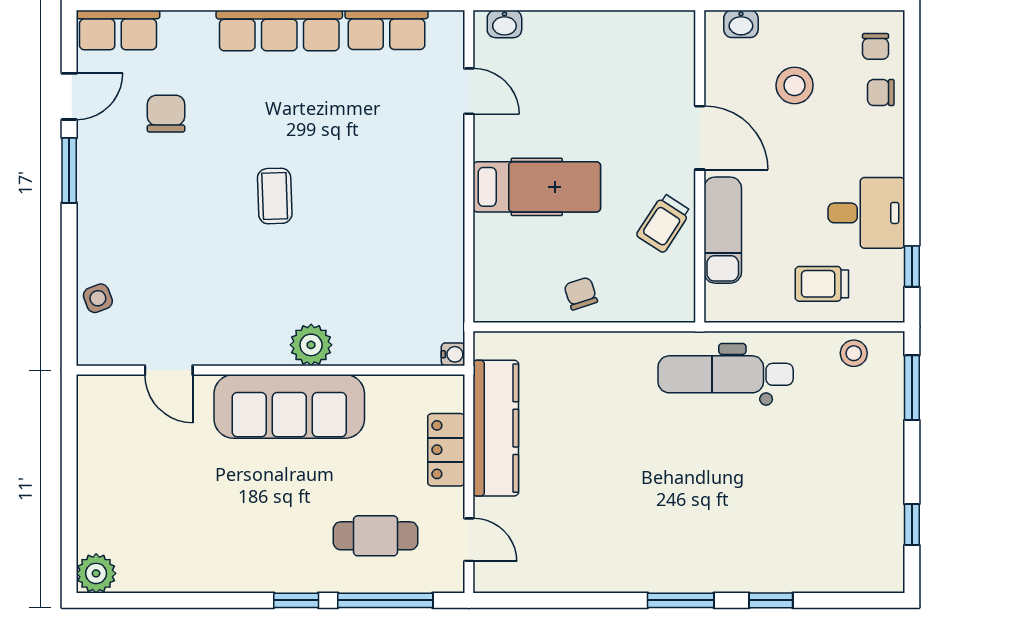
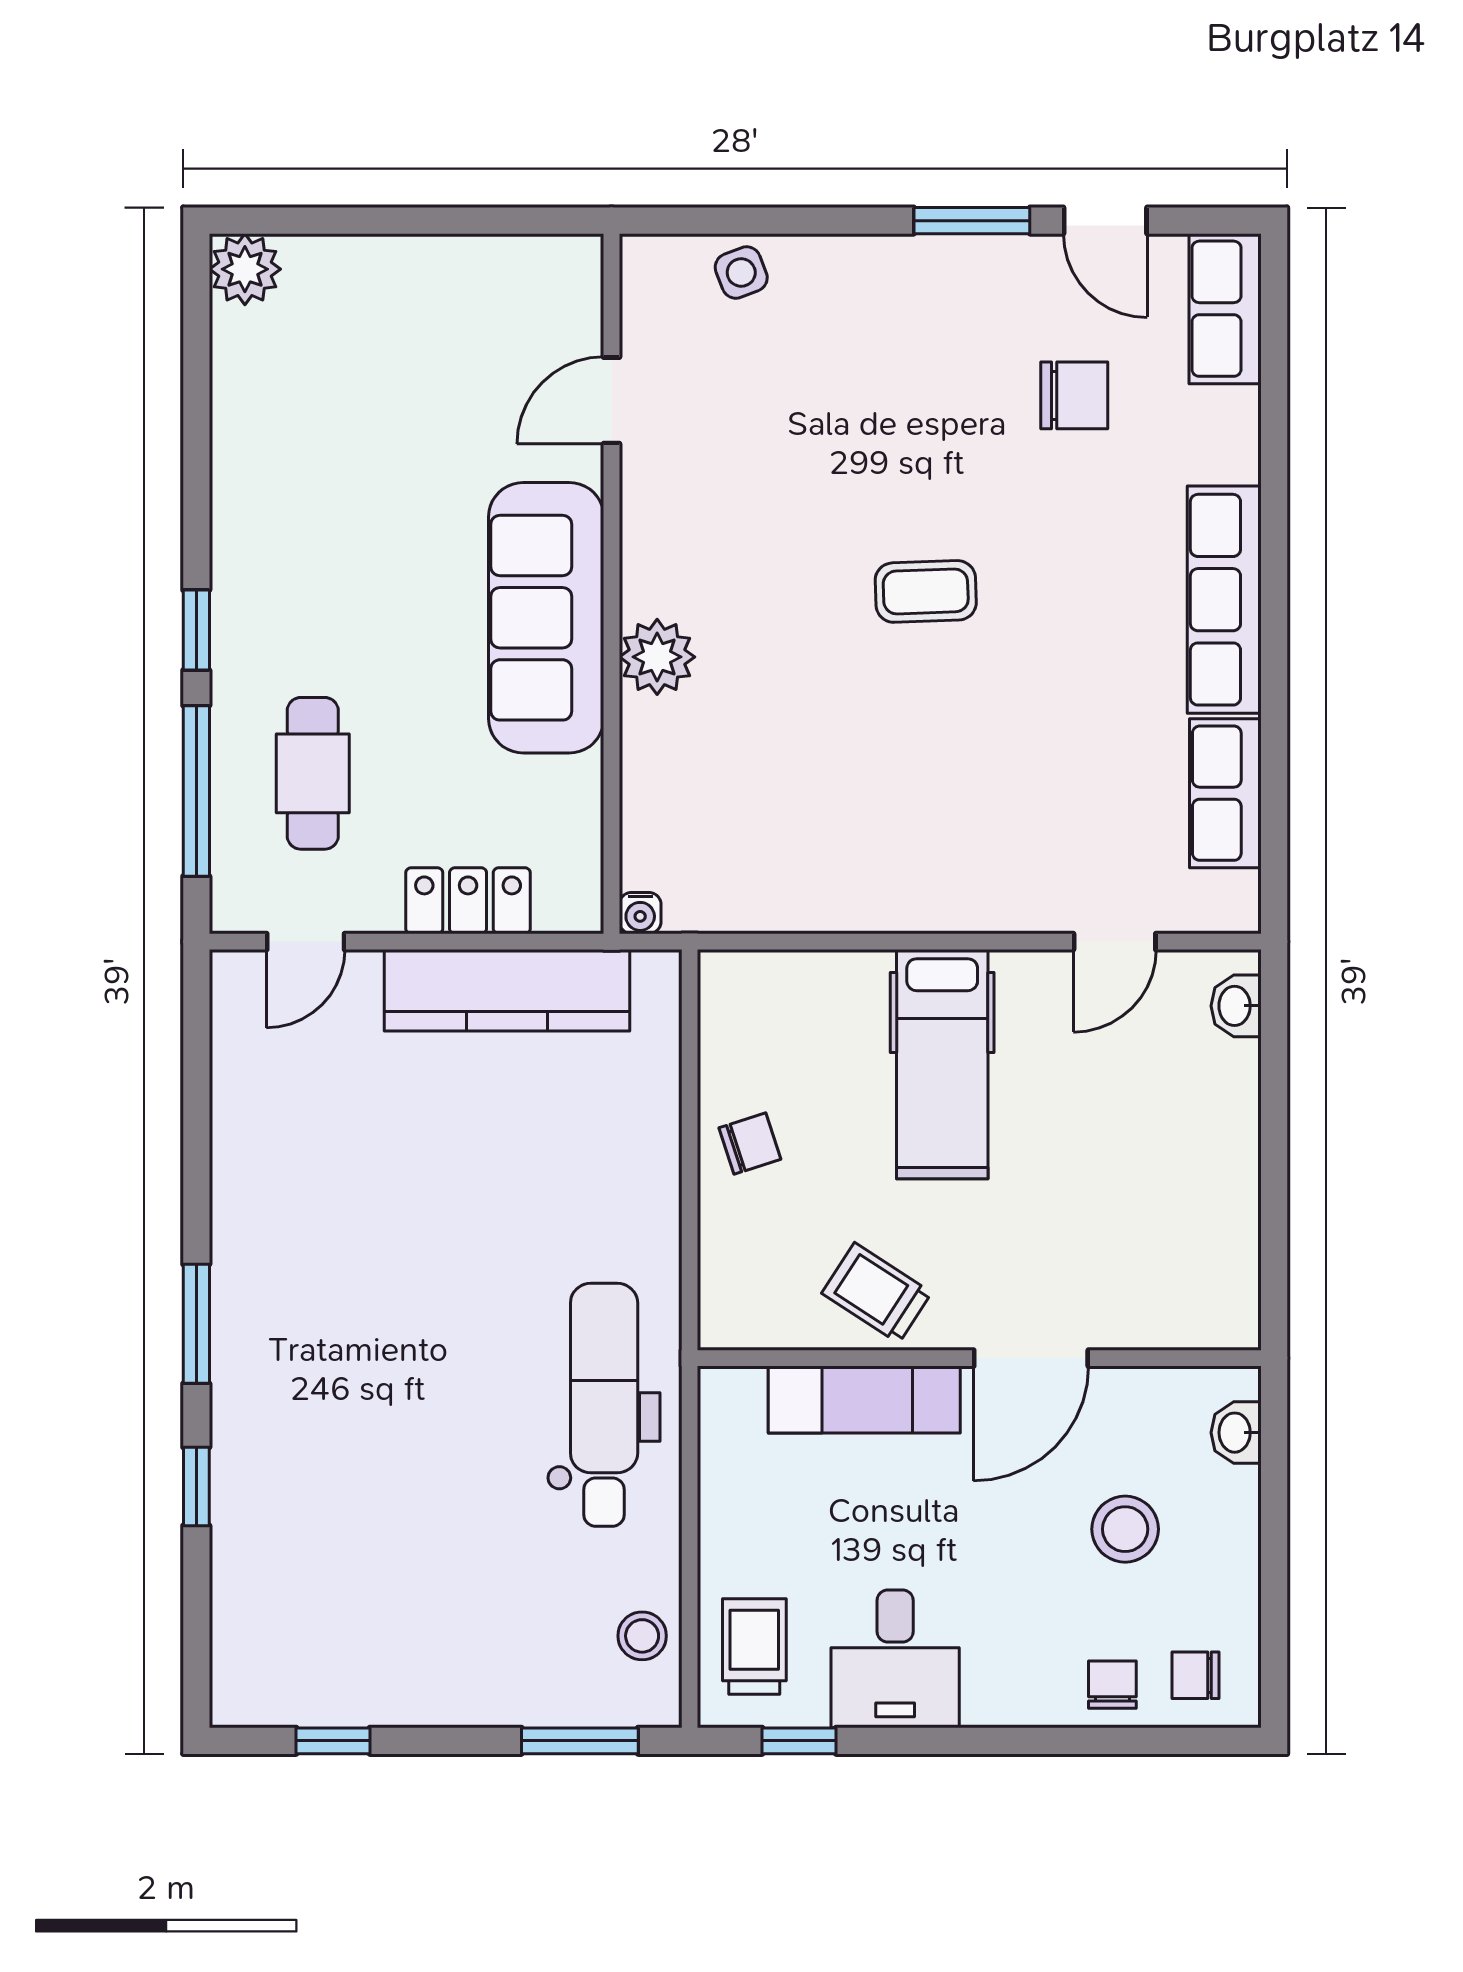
trolley: (822, 284) -> (754, 1646), moved

